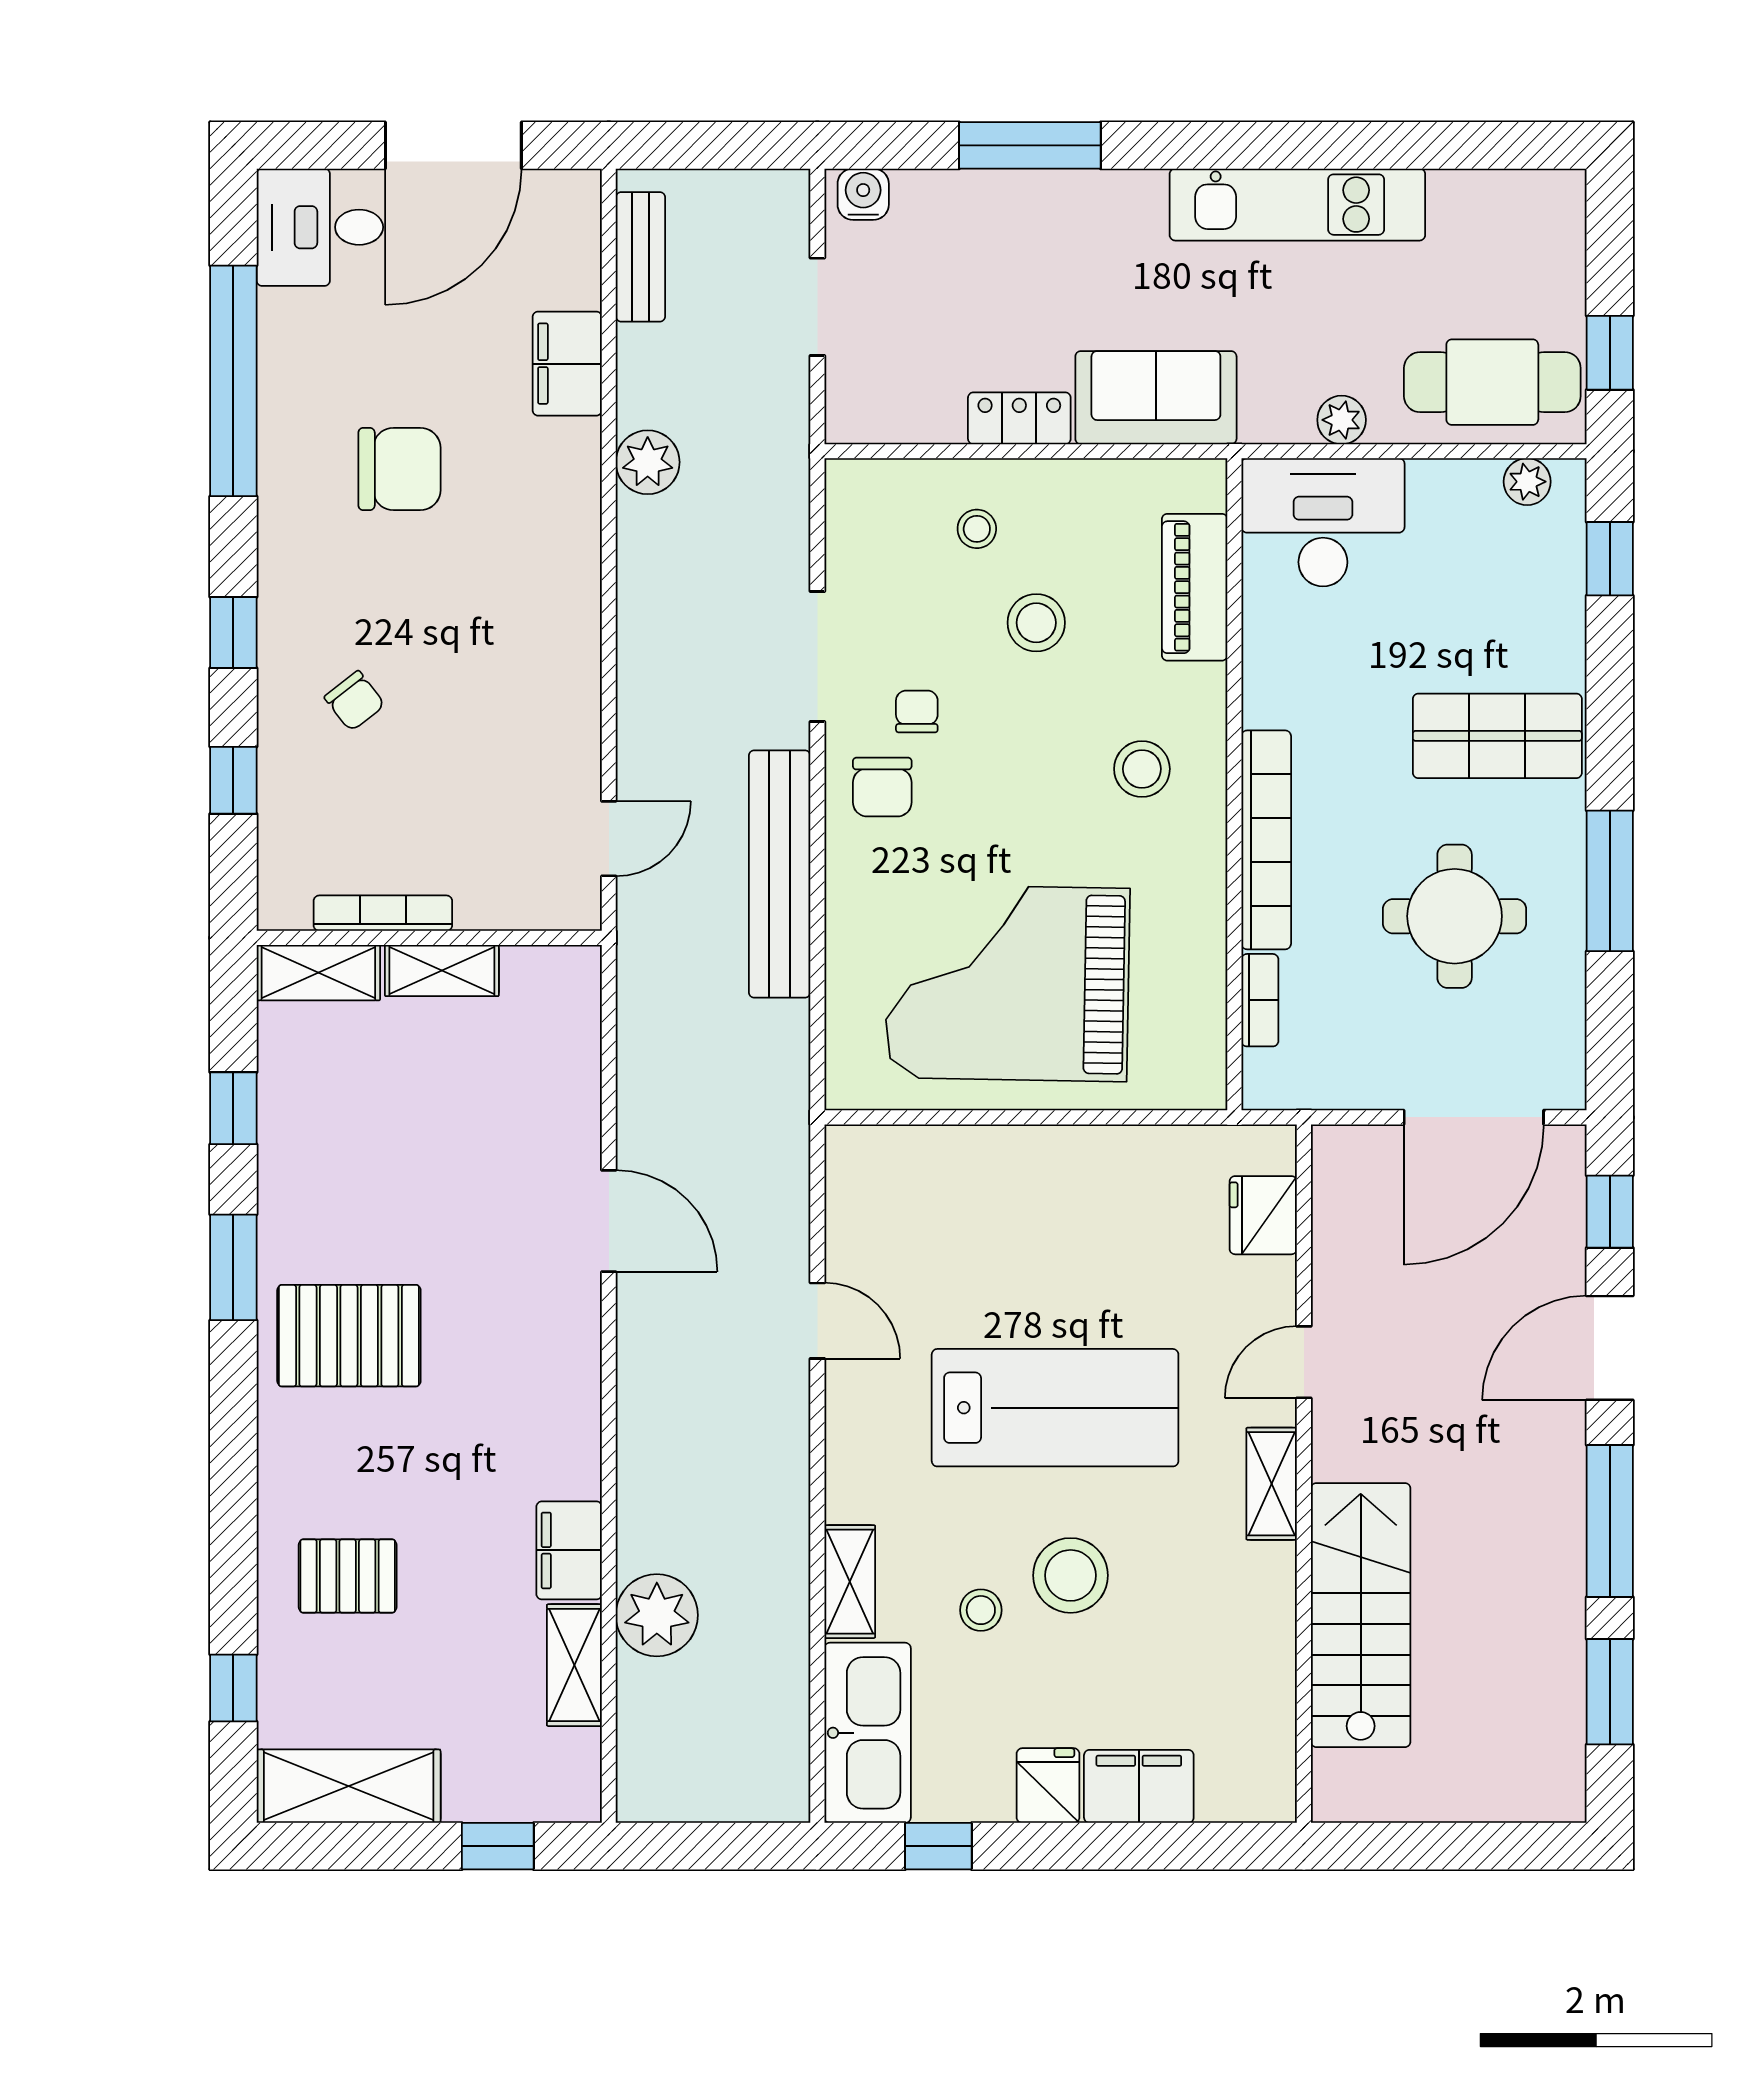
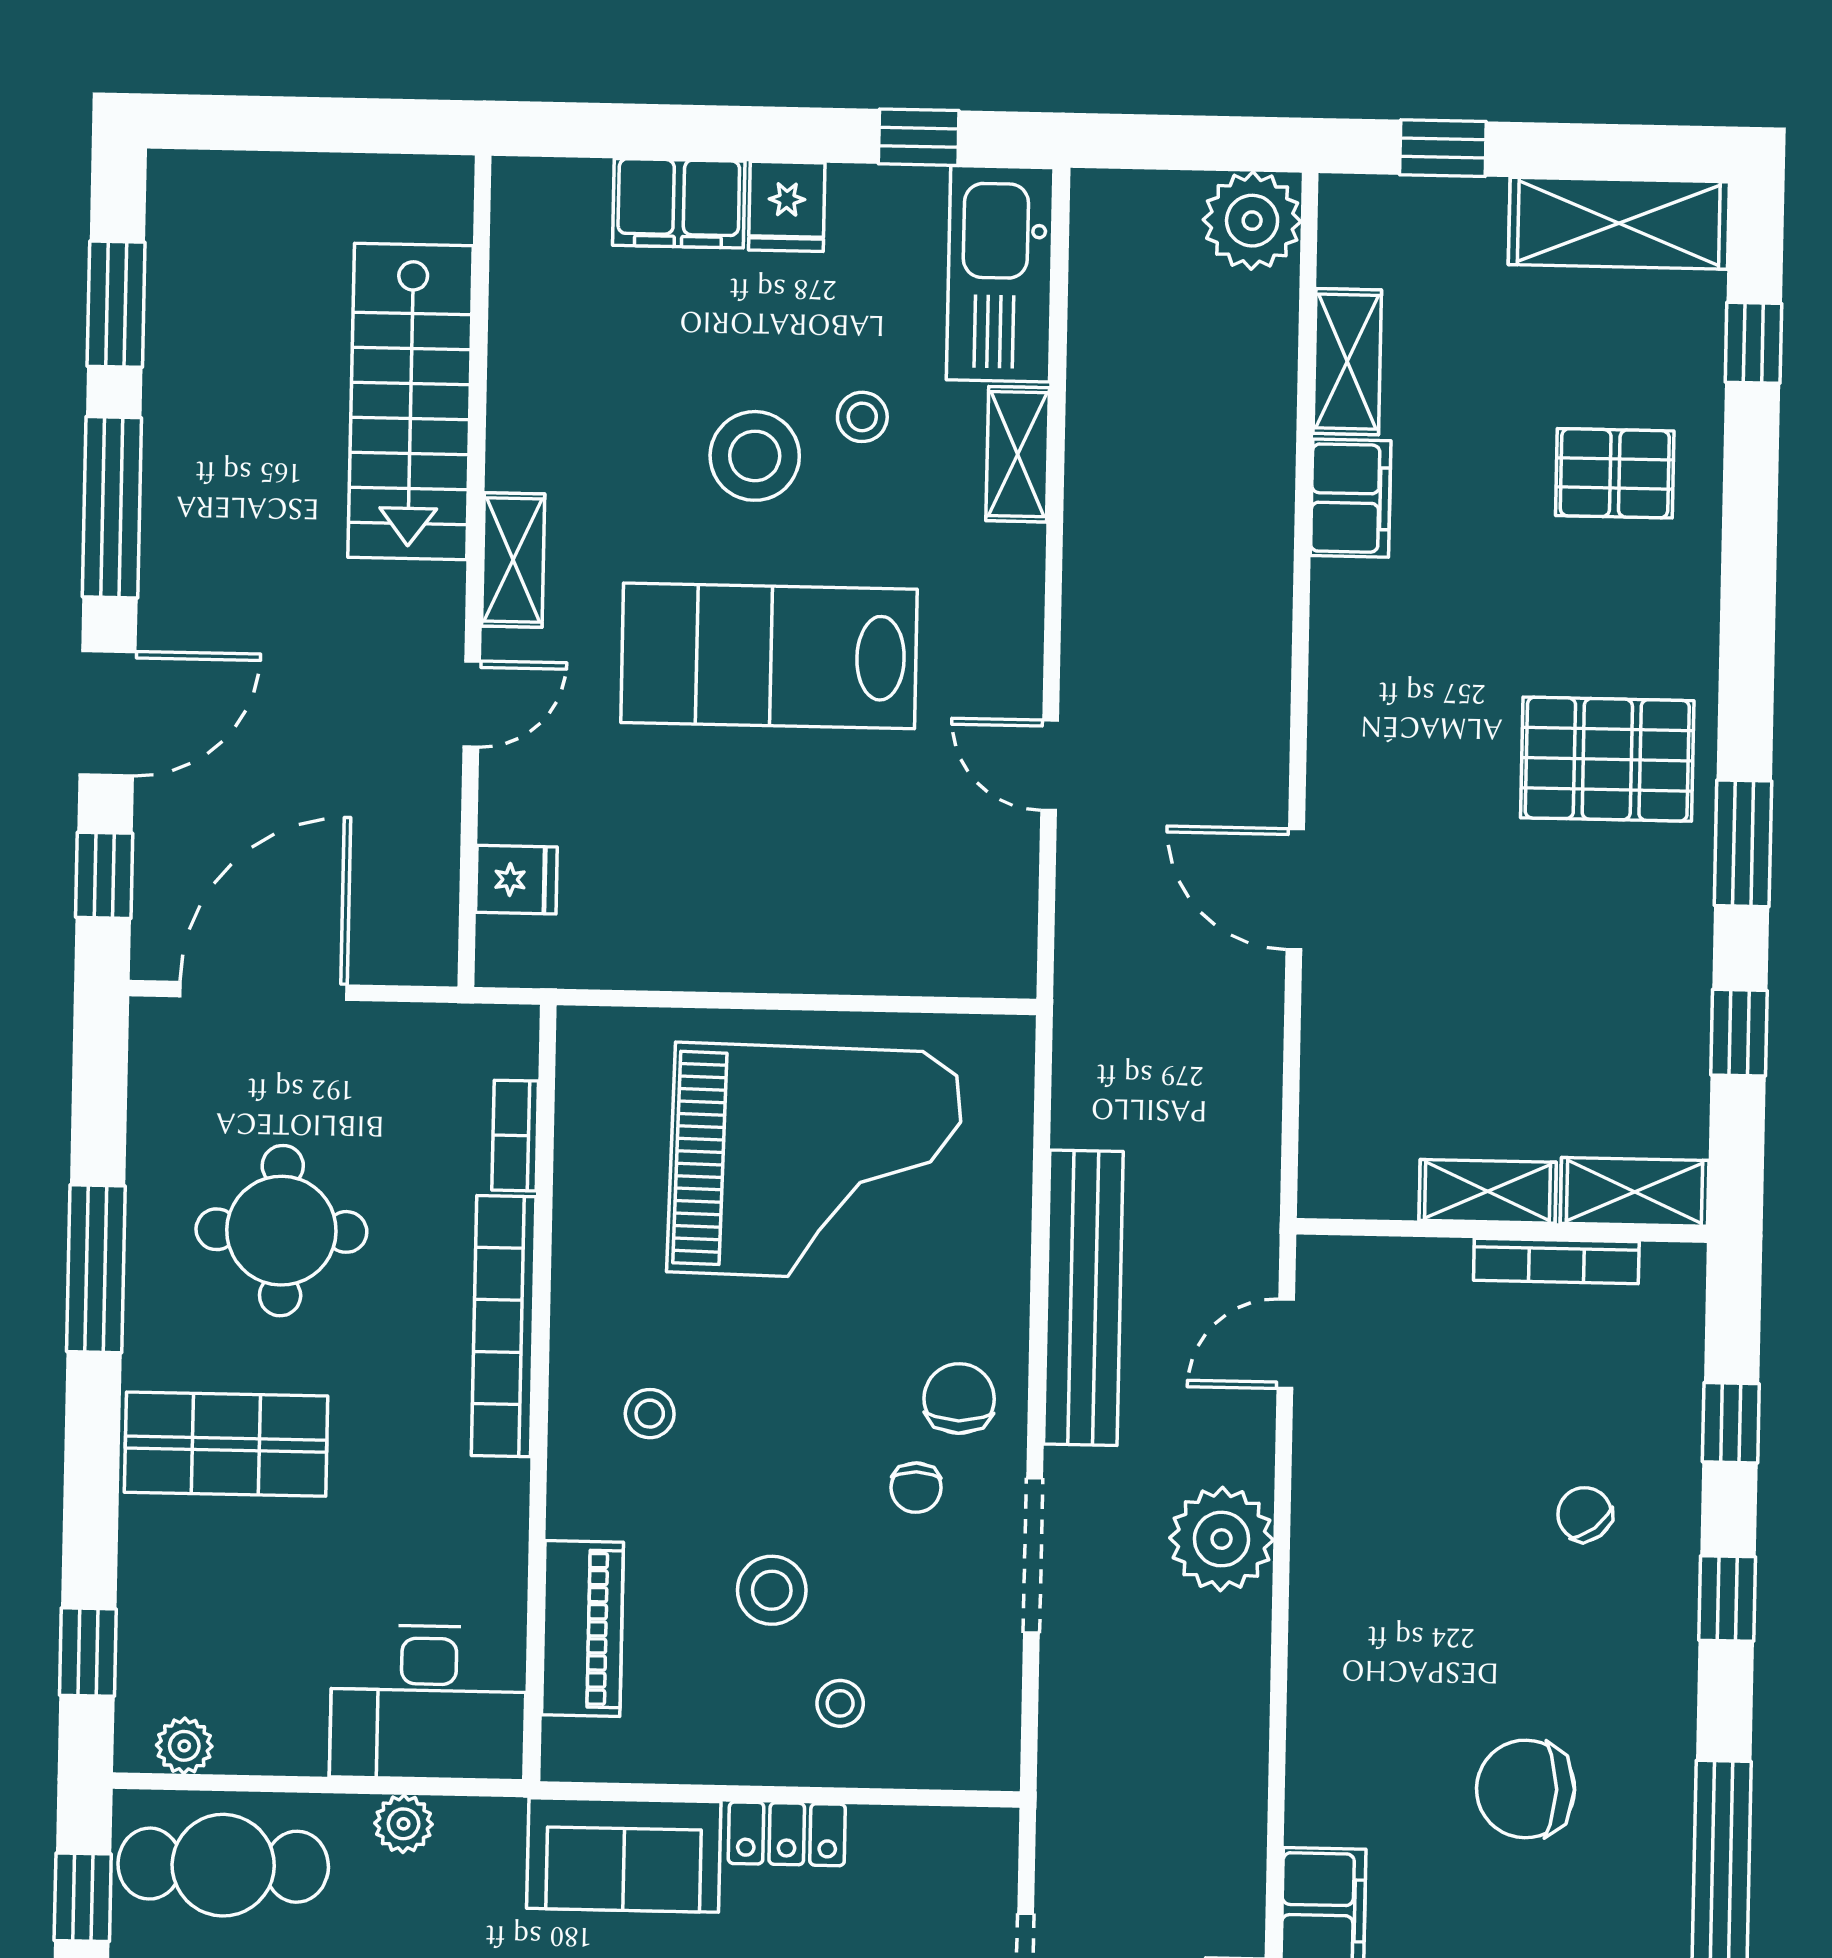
plant: (648, 462) -> (1222, 1539), moved, width x1.36, depth x1.36
stool: (1142, 769) -> (650, 1414), width x0.73, depth x0.73
fridge: (1263, 1215) -> (516, 880), width x0.72
plant: (657, 1615) -> (1252, 221), moved

